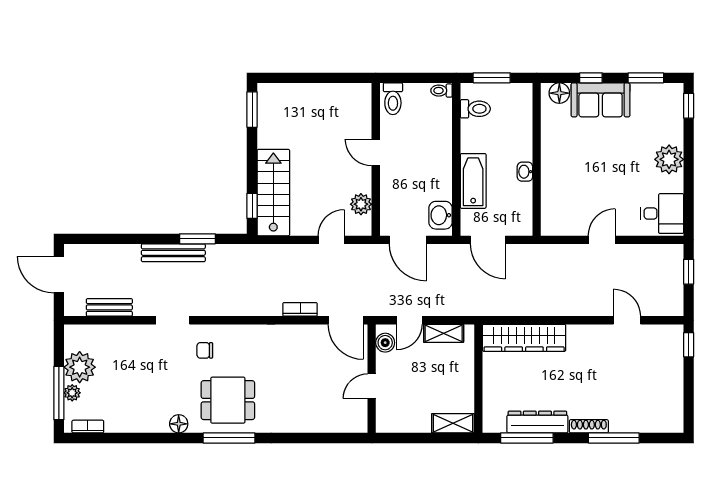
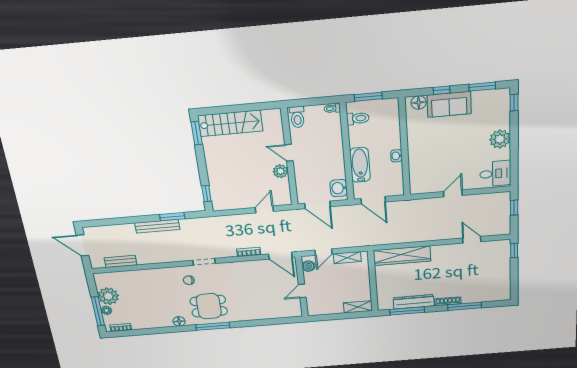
stairs: (273, 193) -> (230, 123), moved, turned 90
plant: (361, 204) -> (281, 171), moved
doorway: (173, 320) -> (204, 262), moved

